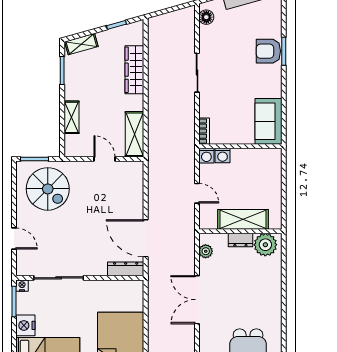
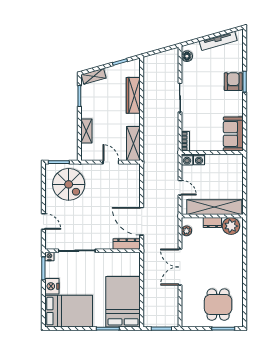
armchair: (268, 51) -> (233, 82), turned 90
shelving: (243, 219) -> (214, 207), width x1.47

